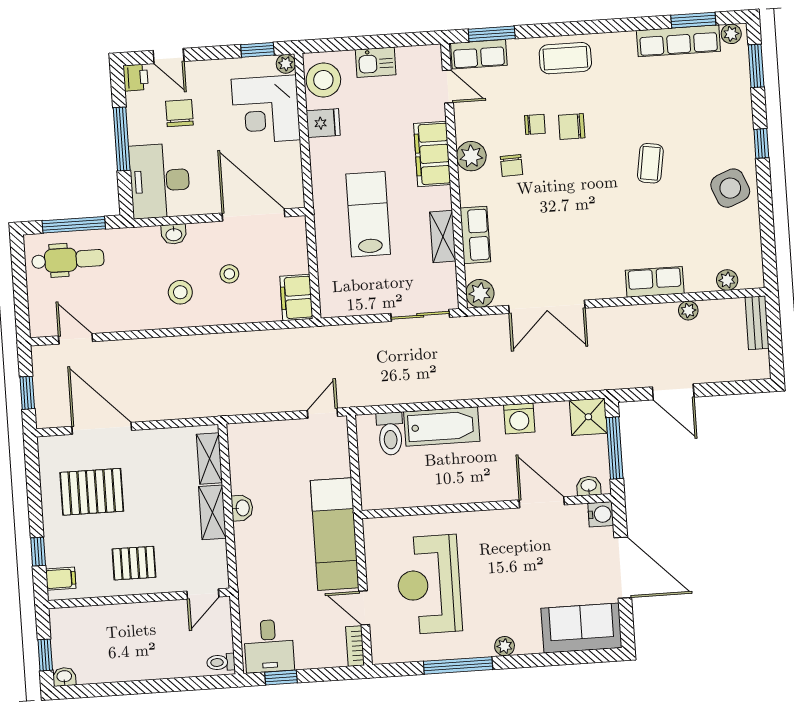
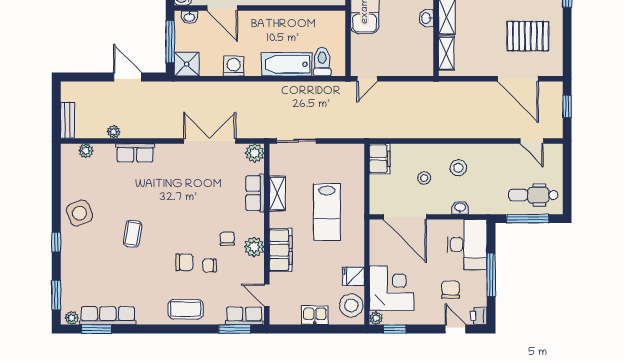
chair: (179, 113) -> (451, 290), turned 180

